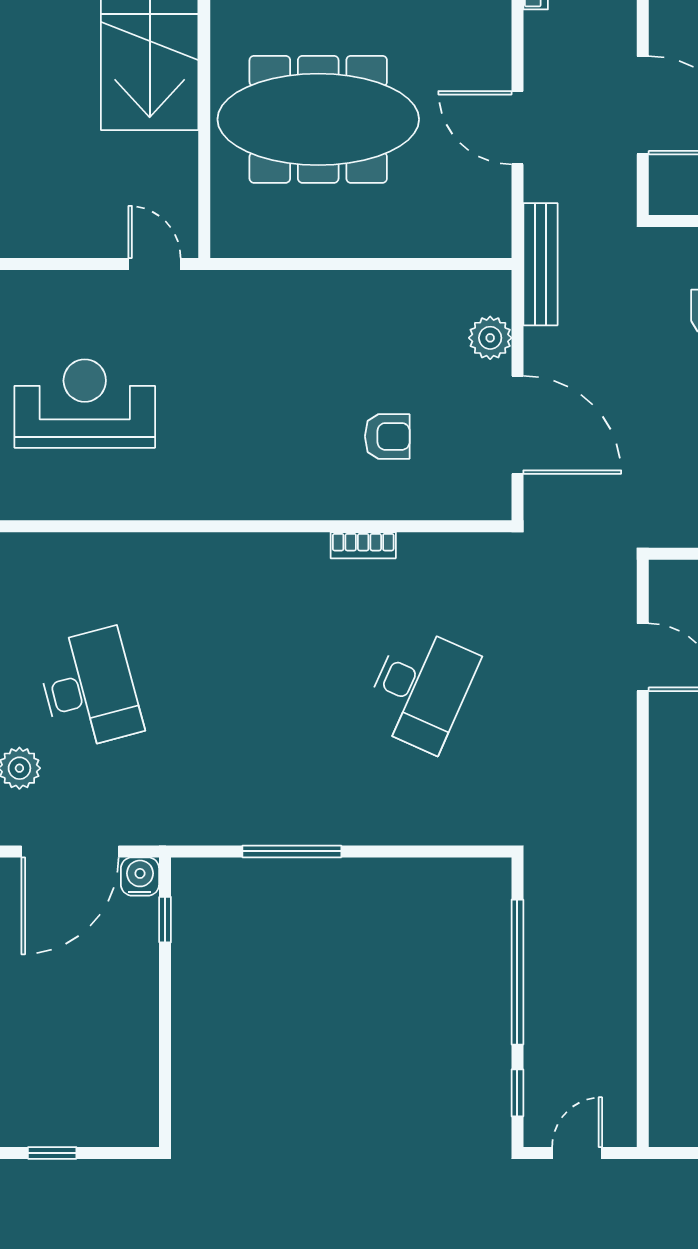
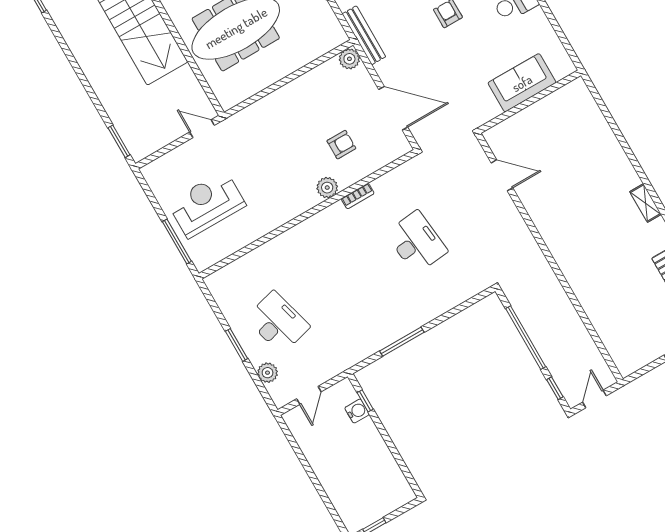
plant: (490, 338) -> (349, 59), moved
plant: (317, 499) -> (327, 188), added
desk: (421, 689) -> (417, 242), turned -30
door: (70, 851) -> (309, 395), width x0.53
water cooler: (140, 876) -> (357, 411), moved, turned 90

